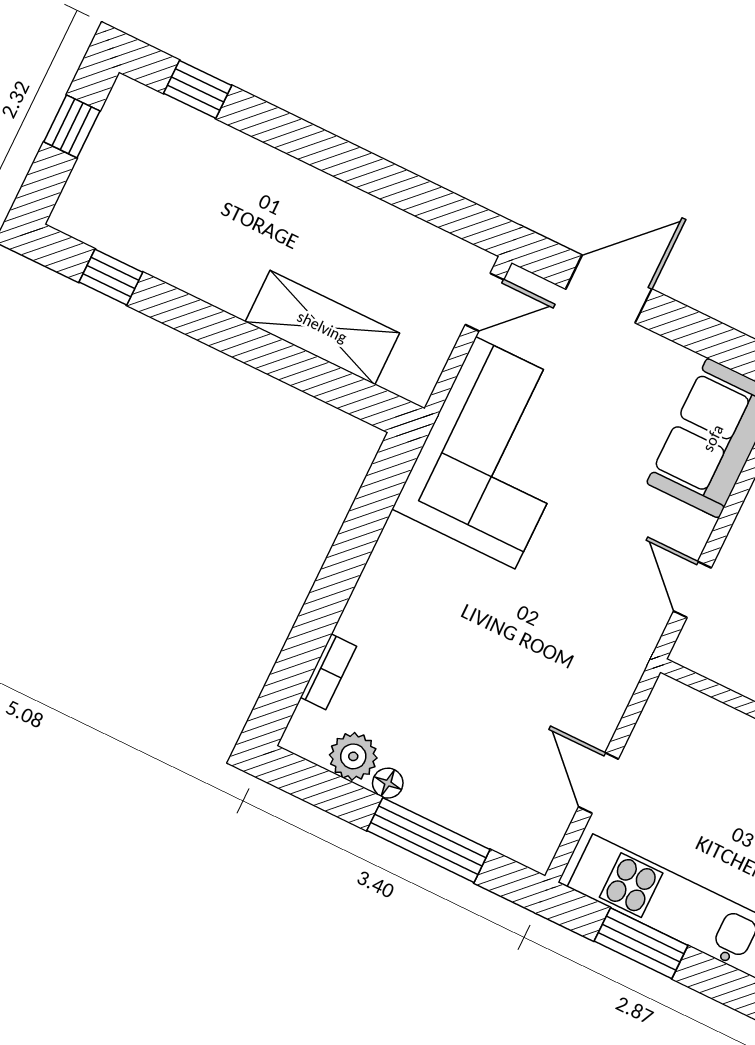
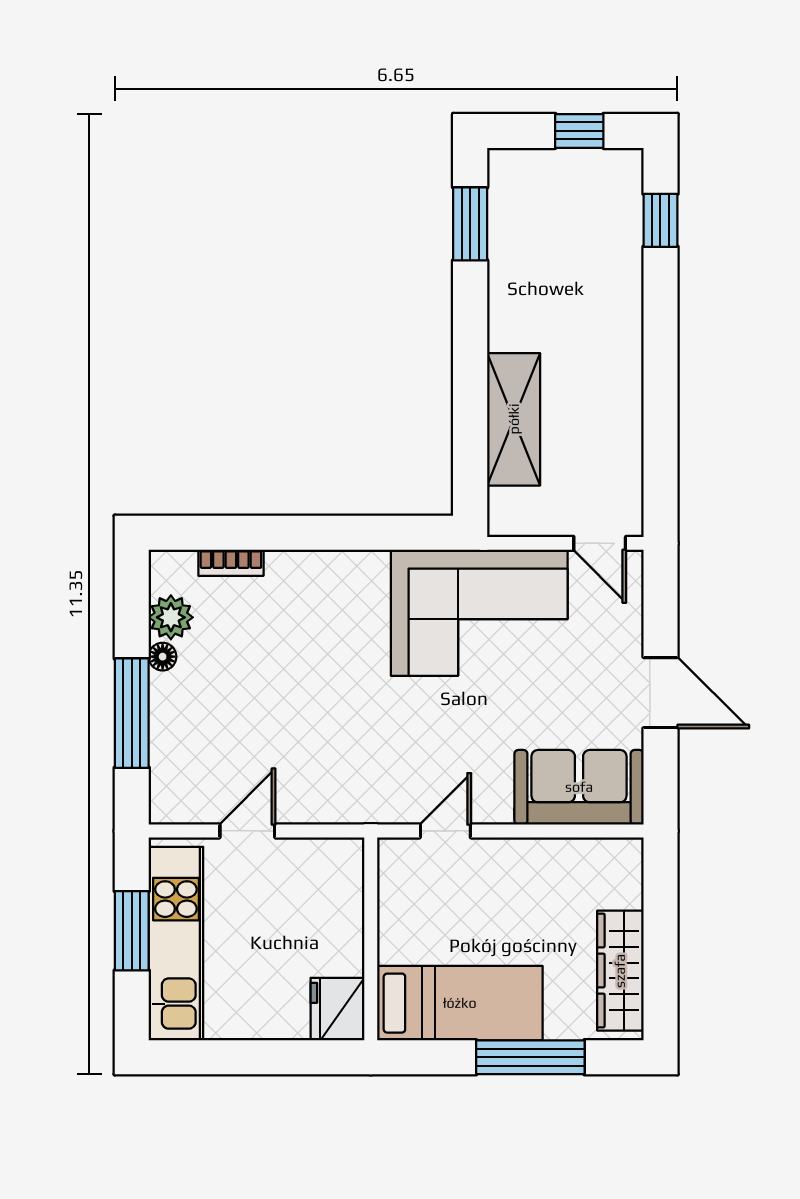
window: (111, 277) -> (470, 224), width x1.50
door: (609, 289) -> (660, 693), moved

